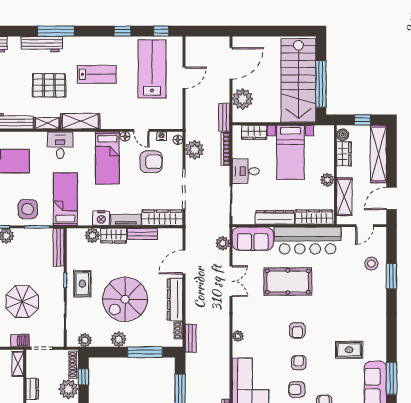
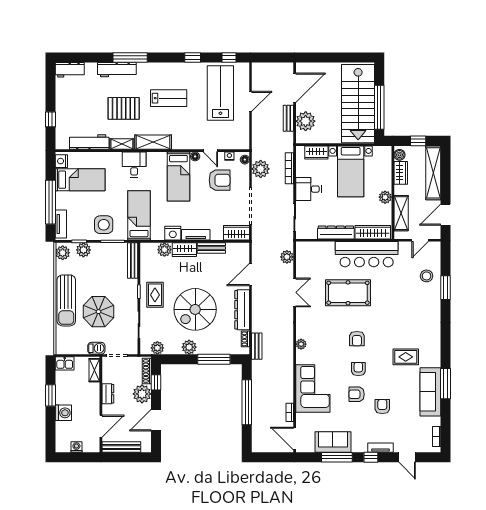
bench: (224, 117) -> (288, 118), moved
wardrobe: (162, 218) -> (237, 233), width x0.67
sofa: (253, 239) -> (315, 253), removed

